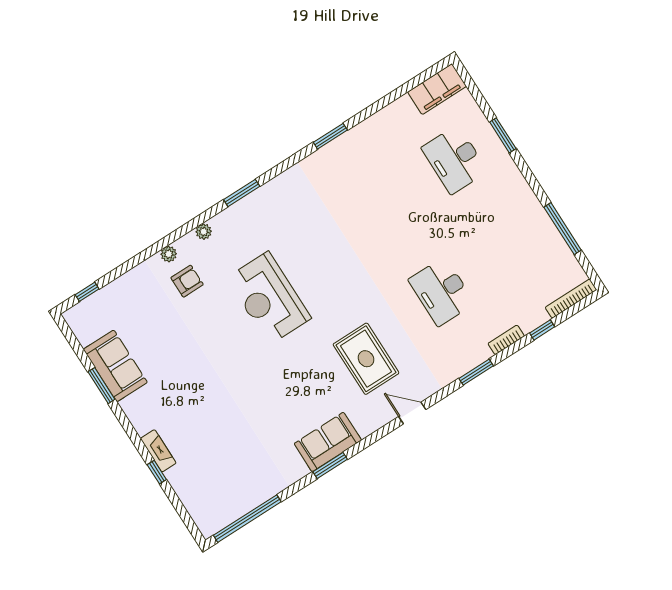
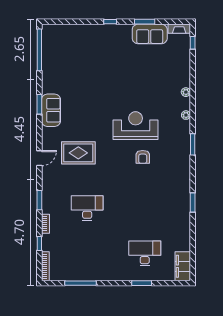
armchair: (187, 281) -> (143, 157), moved
fireplace: (158, 451) -> (179, 29), moved
window: (157, 472) -> (110, 22), moved

